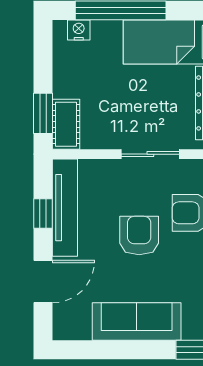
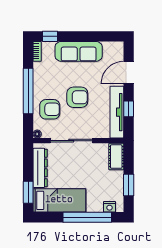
window: (43, 113) -> (129, 185), moved
sliding door: (150, 154) -> (71, 141), width x1.37
armchair: (139, 235) -> (77, 97), turned -90

